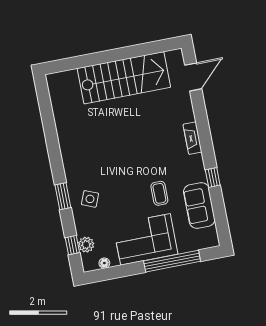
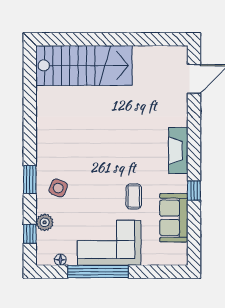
stairs: (124, 78) -> (84, 65), moved
fireplace: (192, 138) -> (178, 151), width x1.37, depth x1.32
plant: (86, 245) -> (45, 222), moved
window: (172, 261) -> (98, 272), moved

